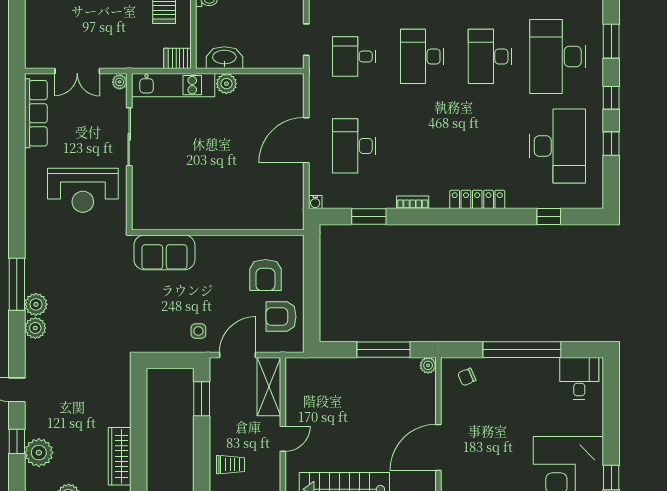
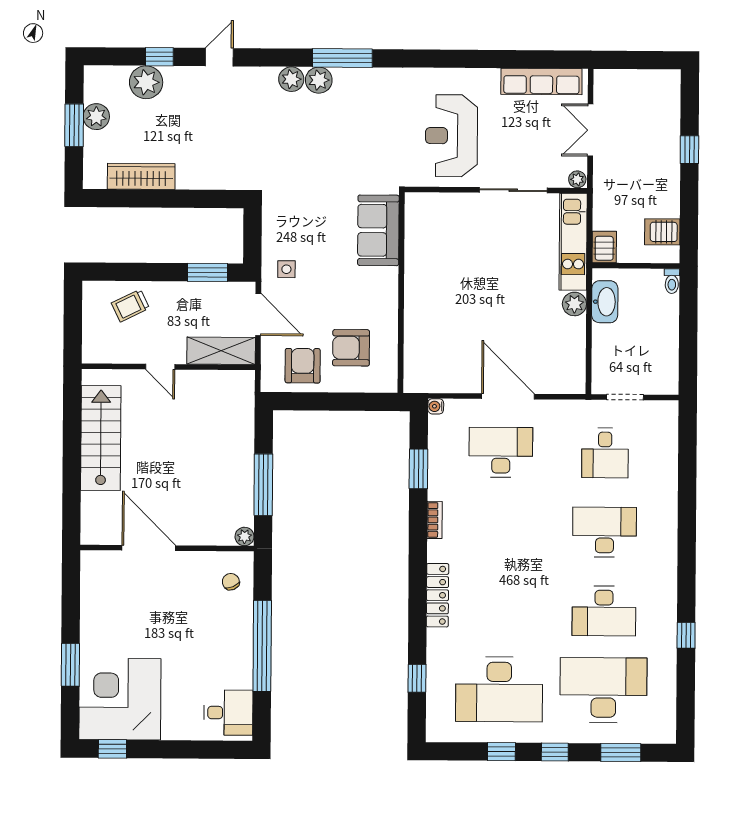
desk: (354, 56) -> (605, 453), turned 180
desk: (490, 56) -> (604, 611), turned 180
trolley: (231, 465) -> (130, 306), turned 64

